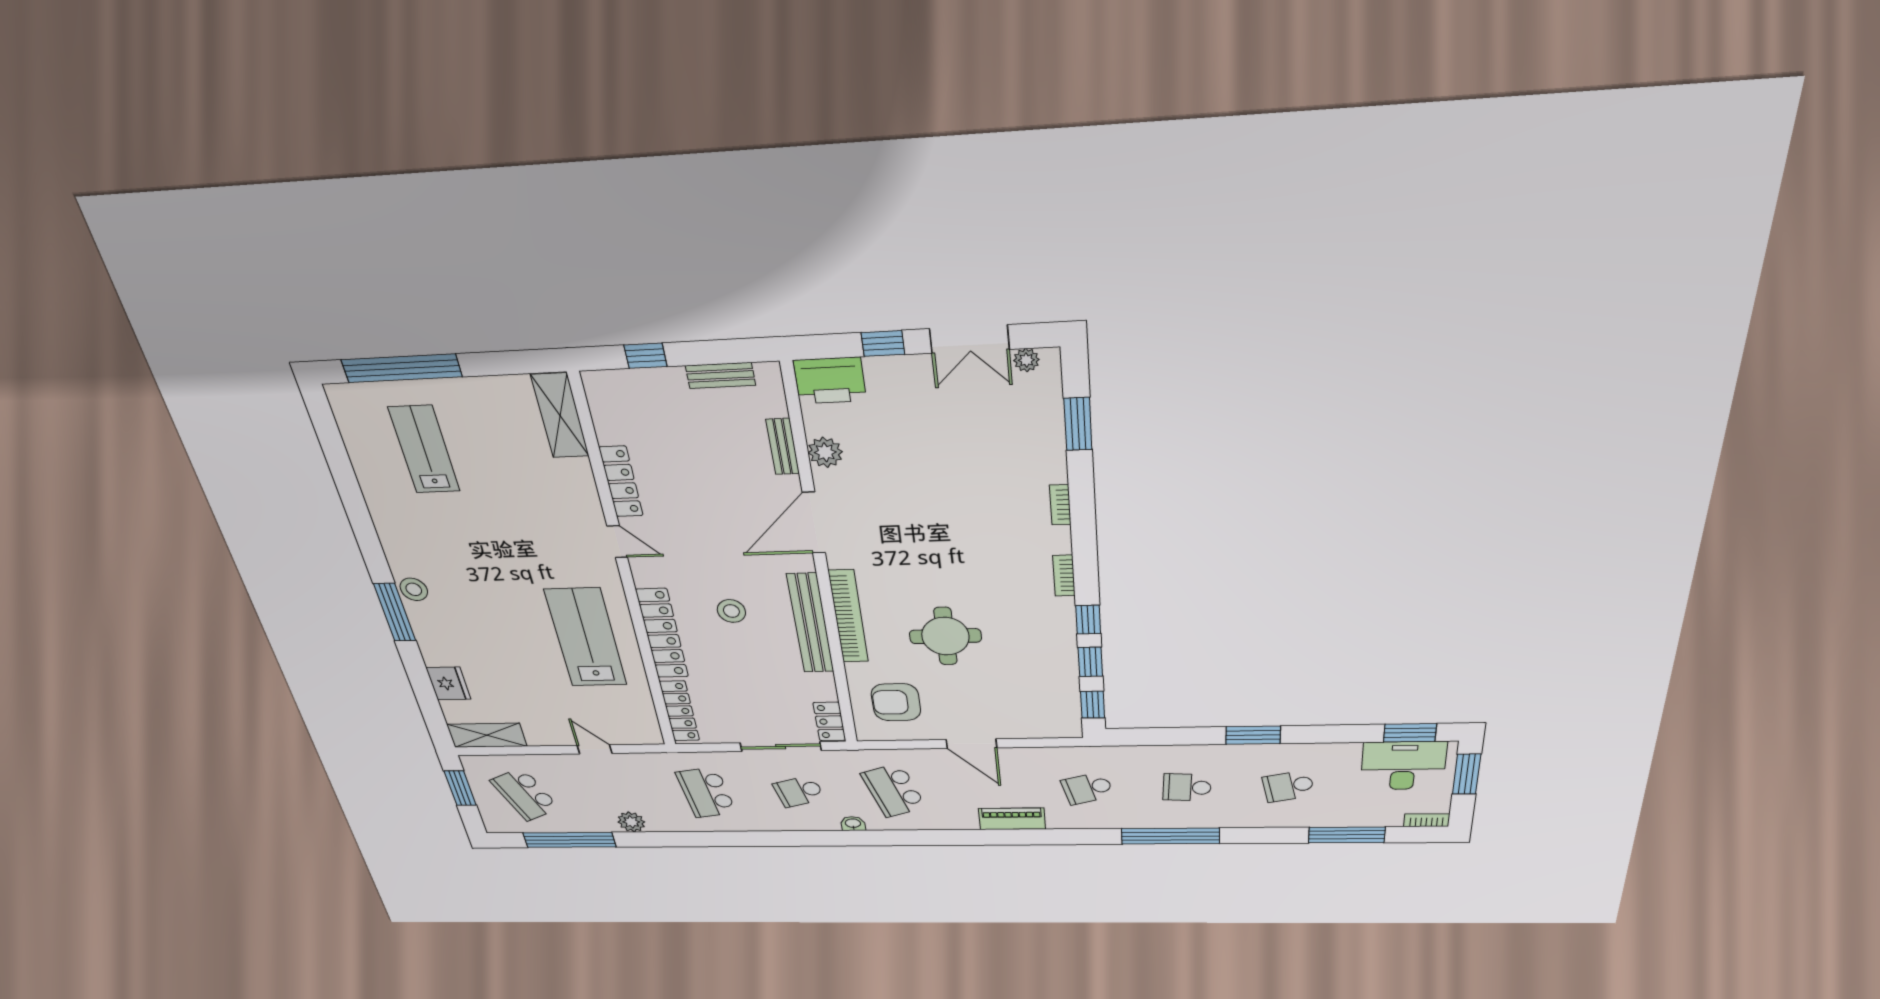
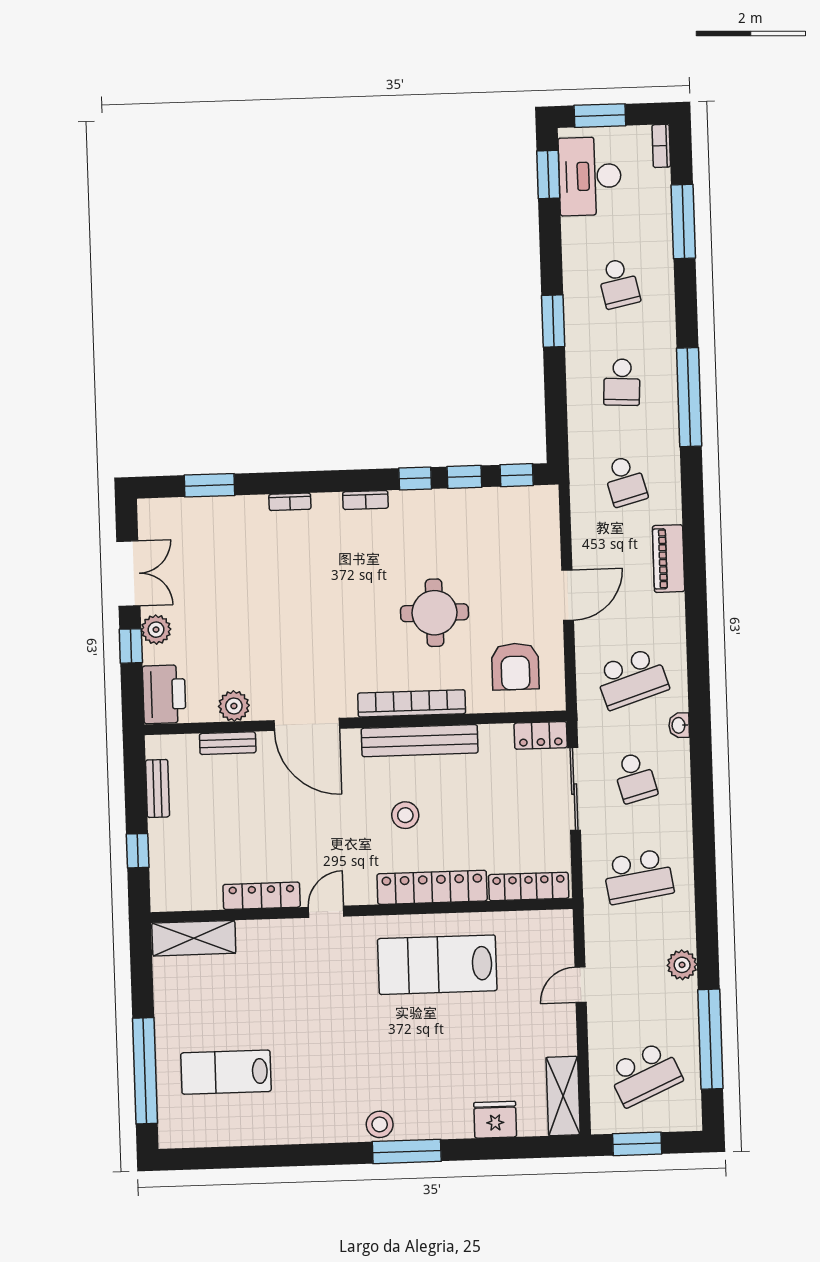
plant: (1026, 360) -> (156, 630), moved, width x1.38, depth x1.38

